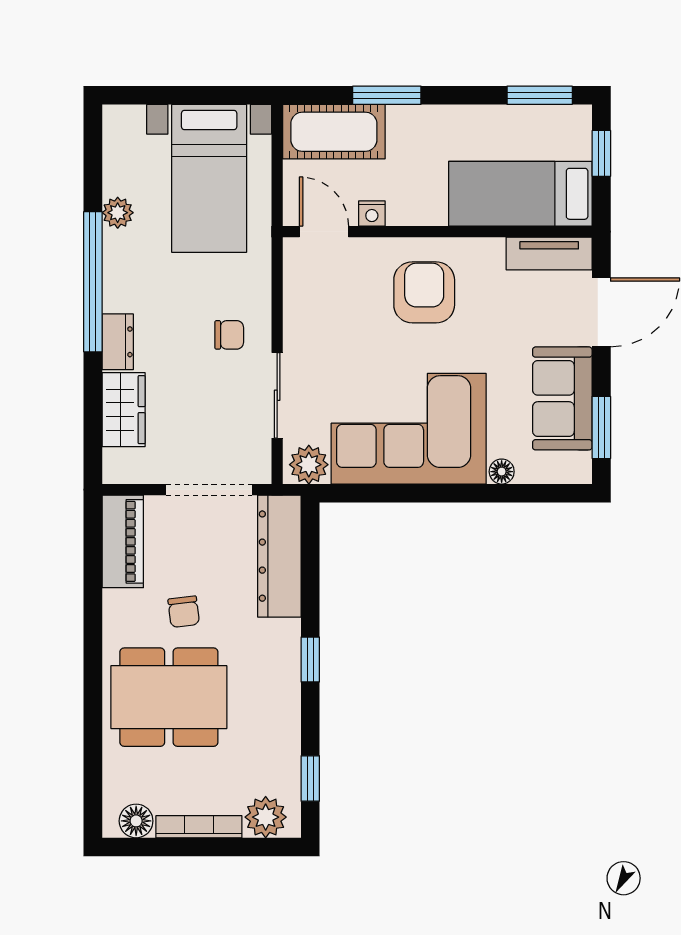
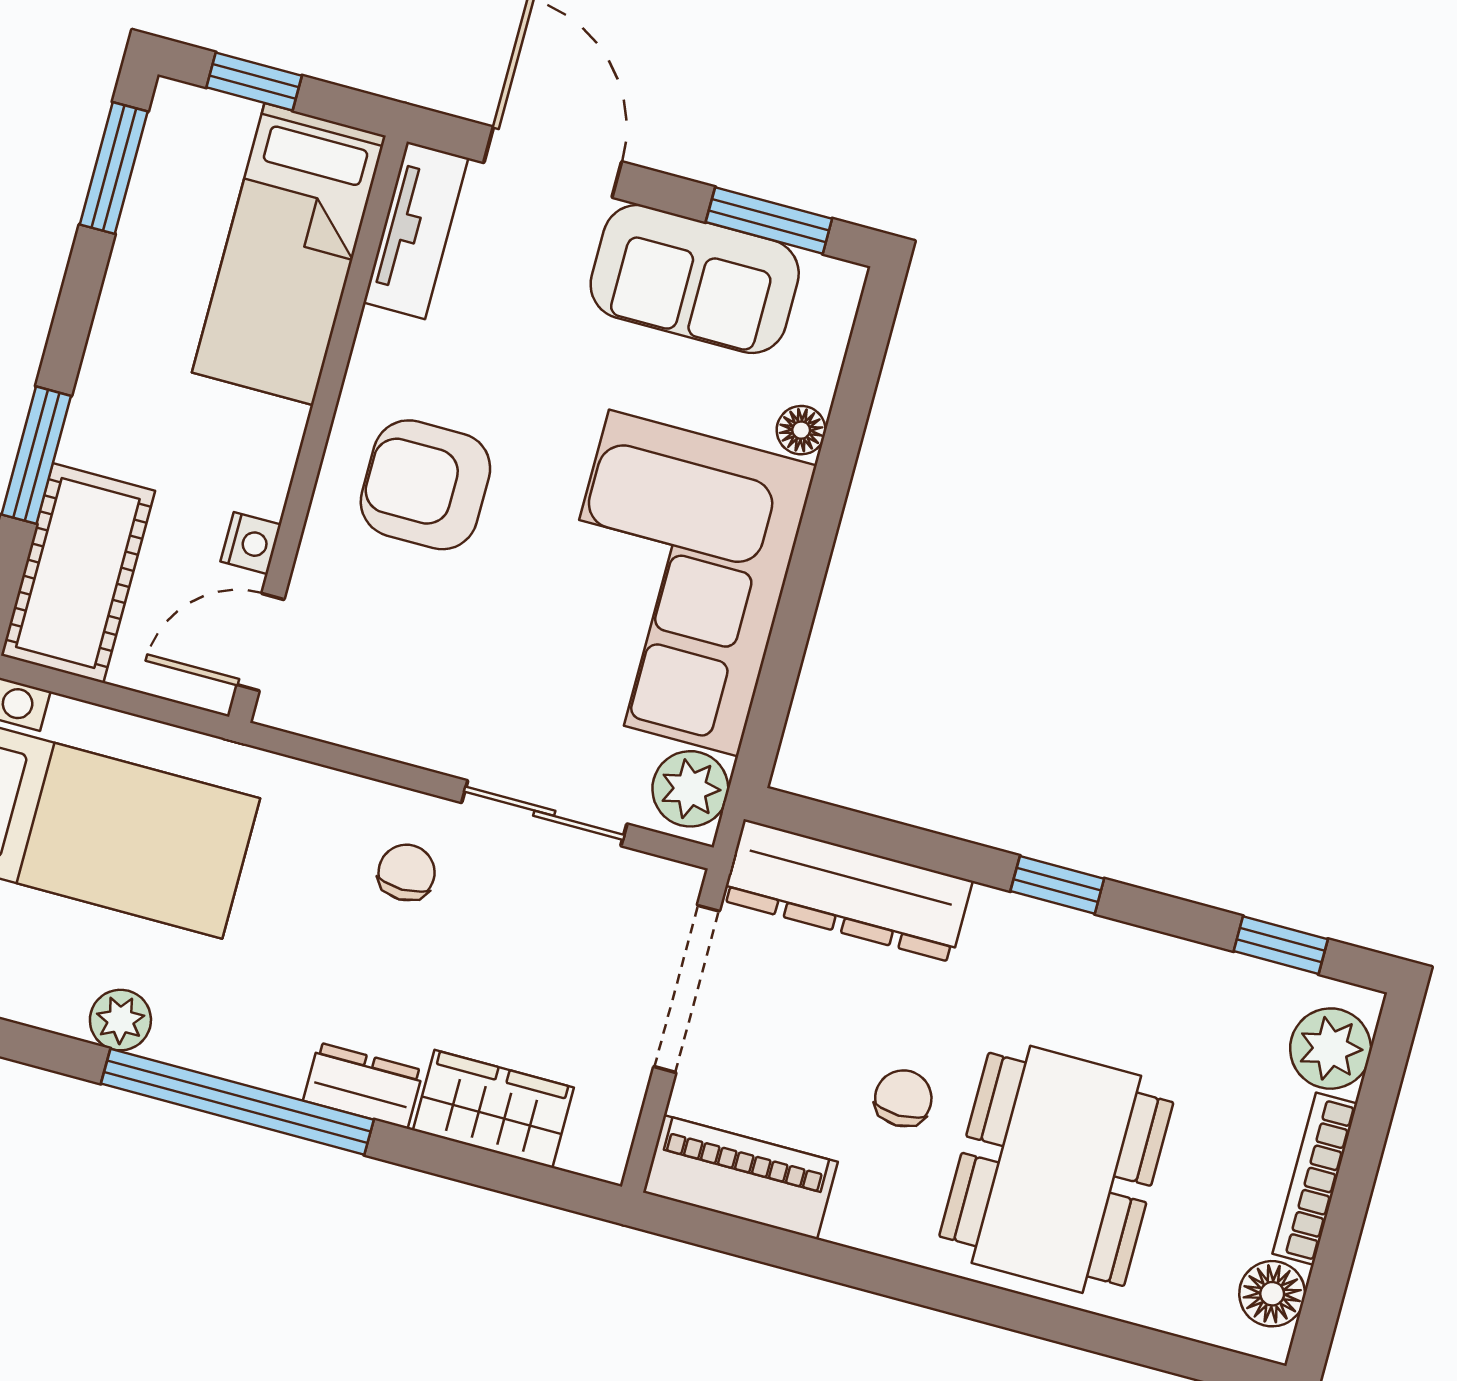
chair: (184, 612) -> (903, 1098), turned -83

